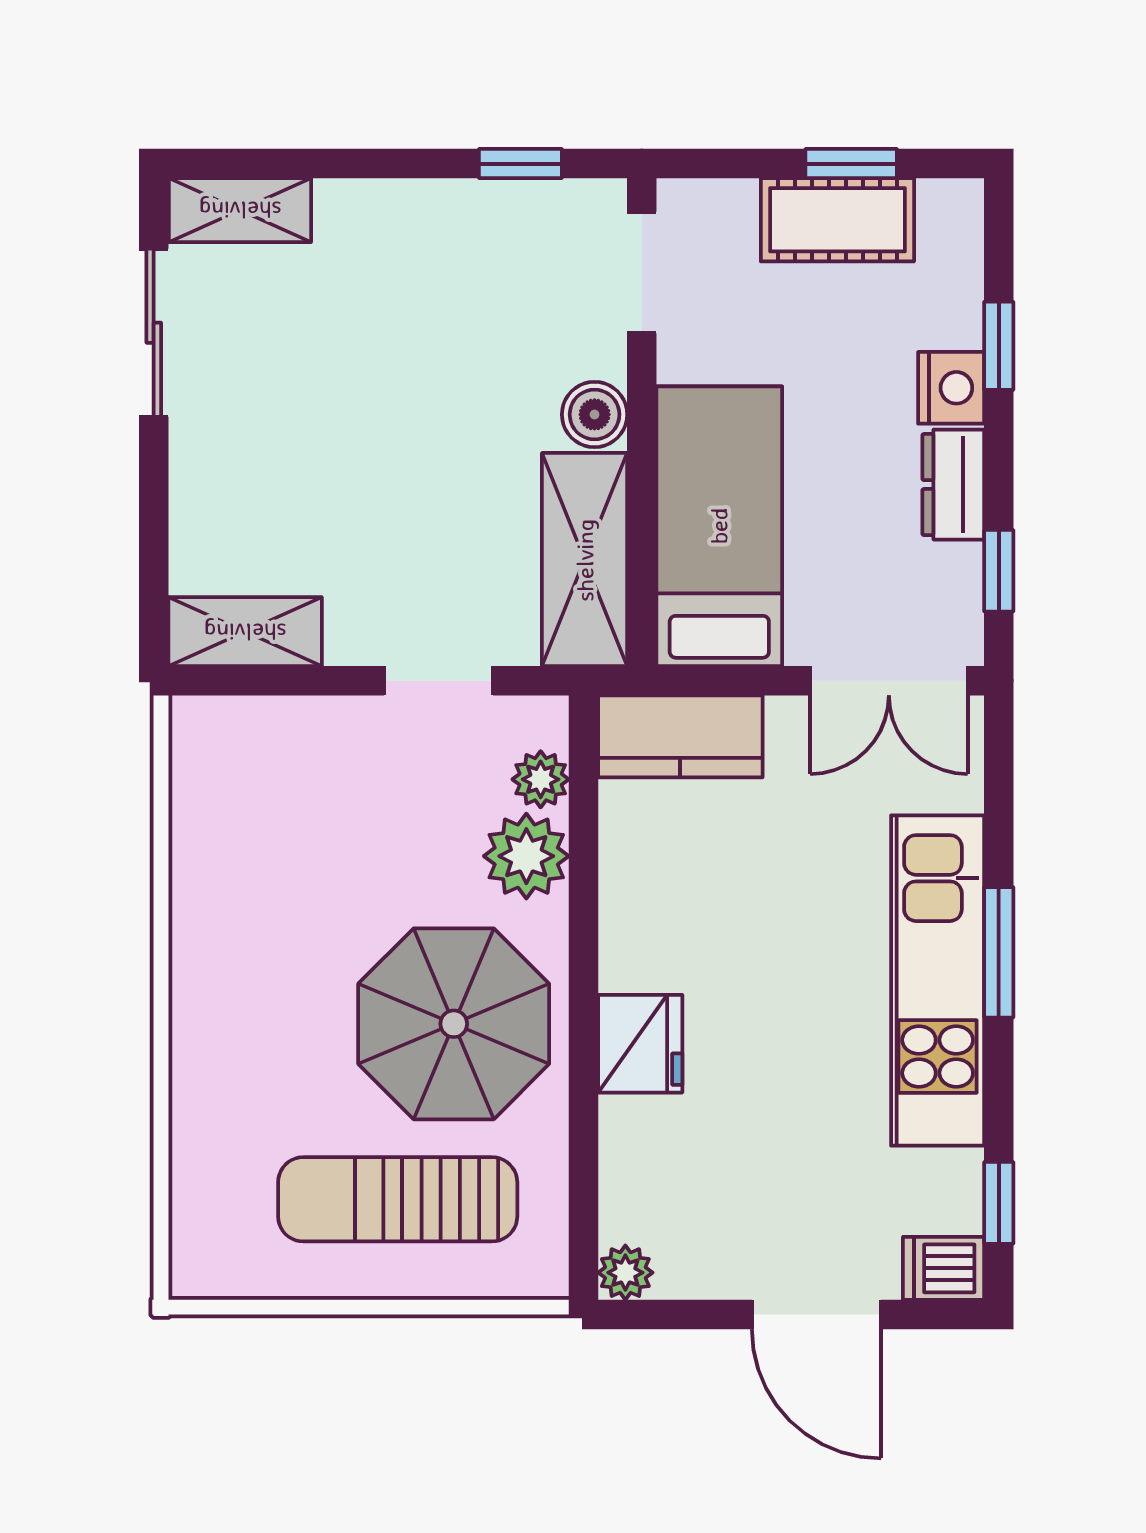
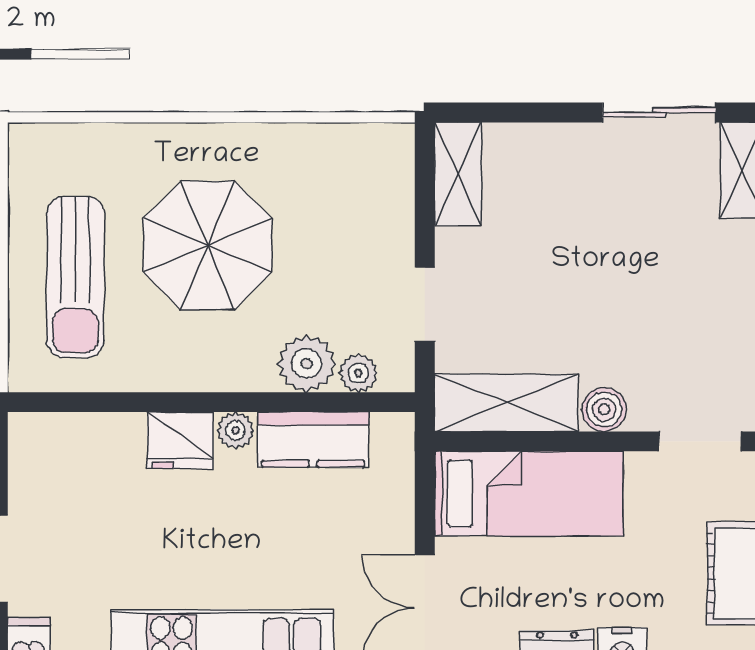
kitchen counter: (680, 736) -> (313, 440), moved, turned -90
parasol: (454, 1024) -> (208, 245), moved
sun lounger: (398, 1199) -> (75, 277), turned 180
plant: (625, 1273) -> (235, 430), moved

